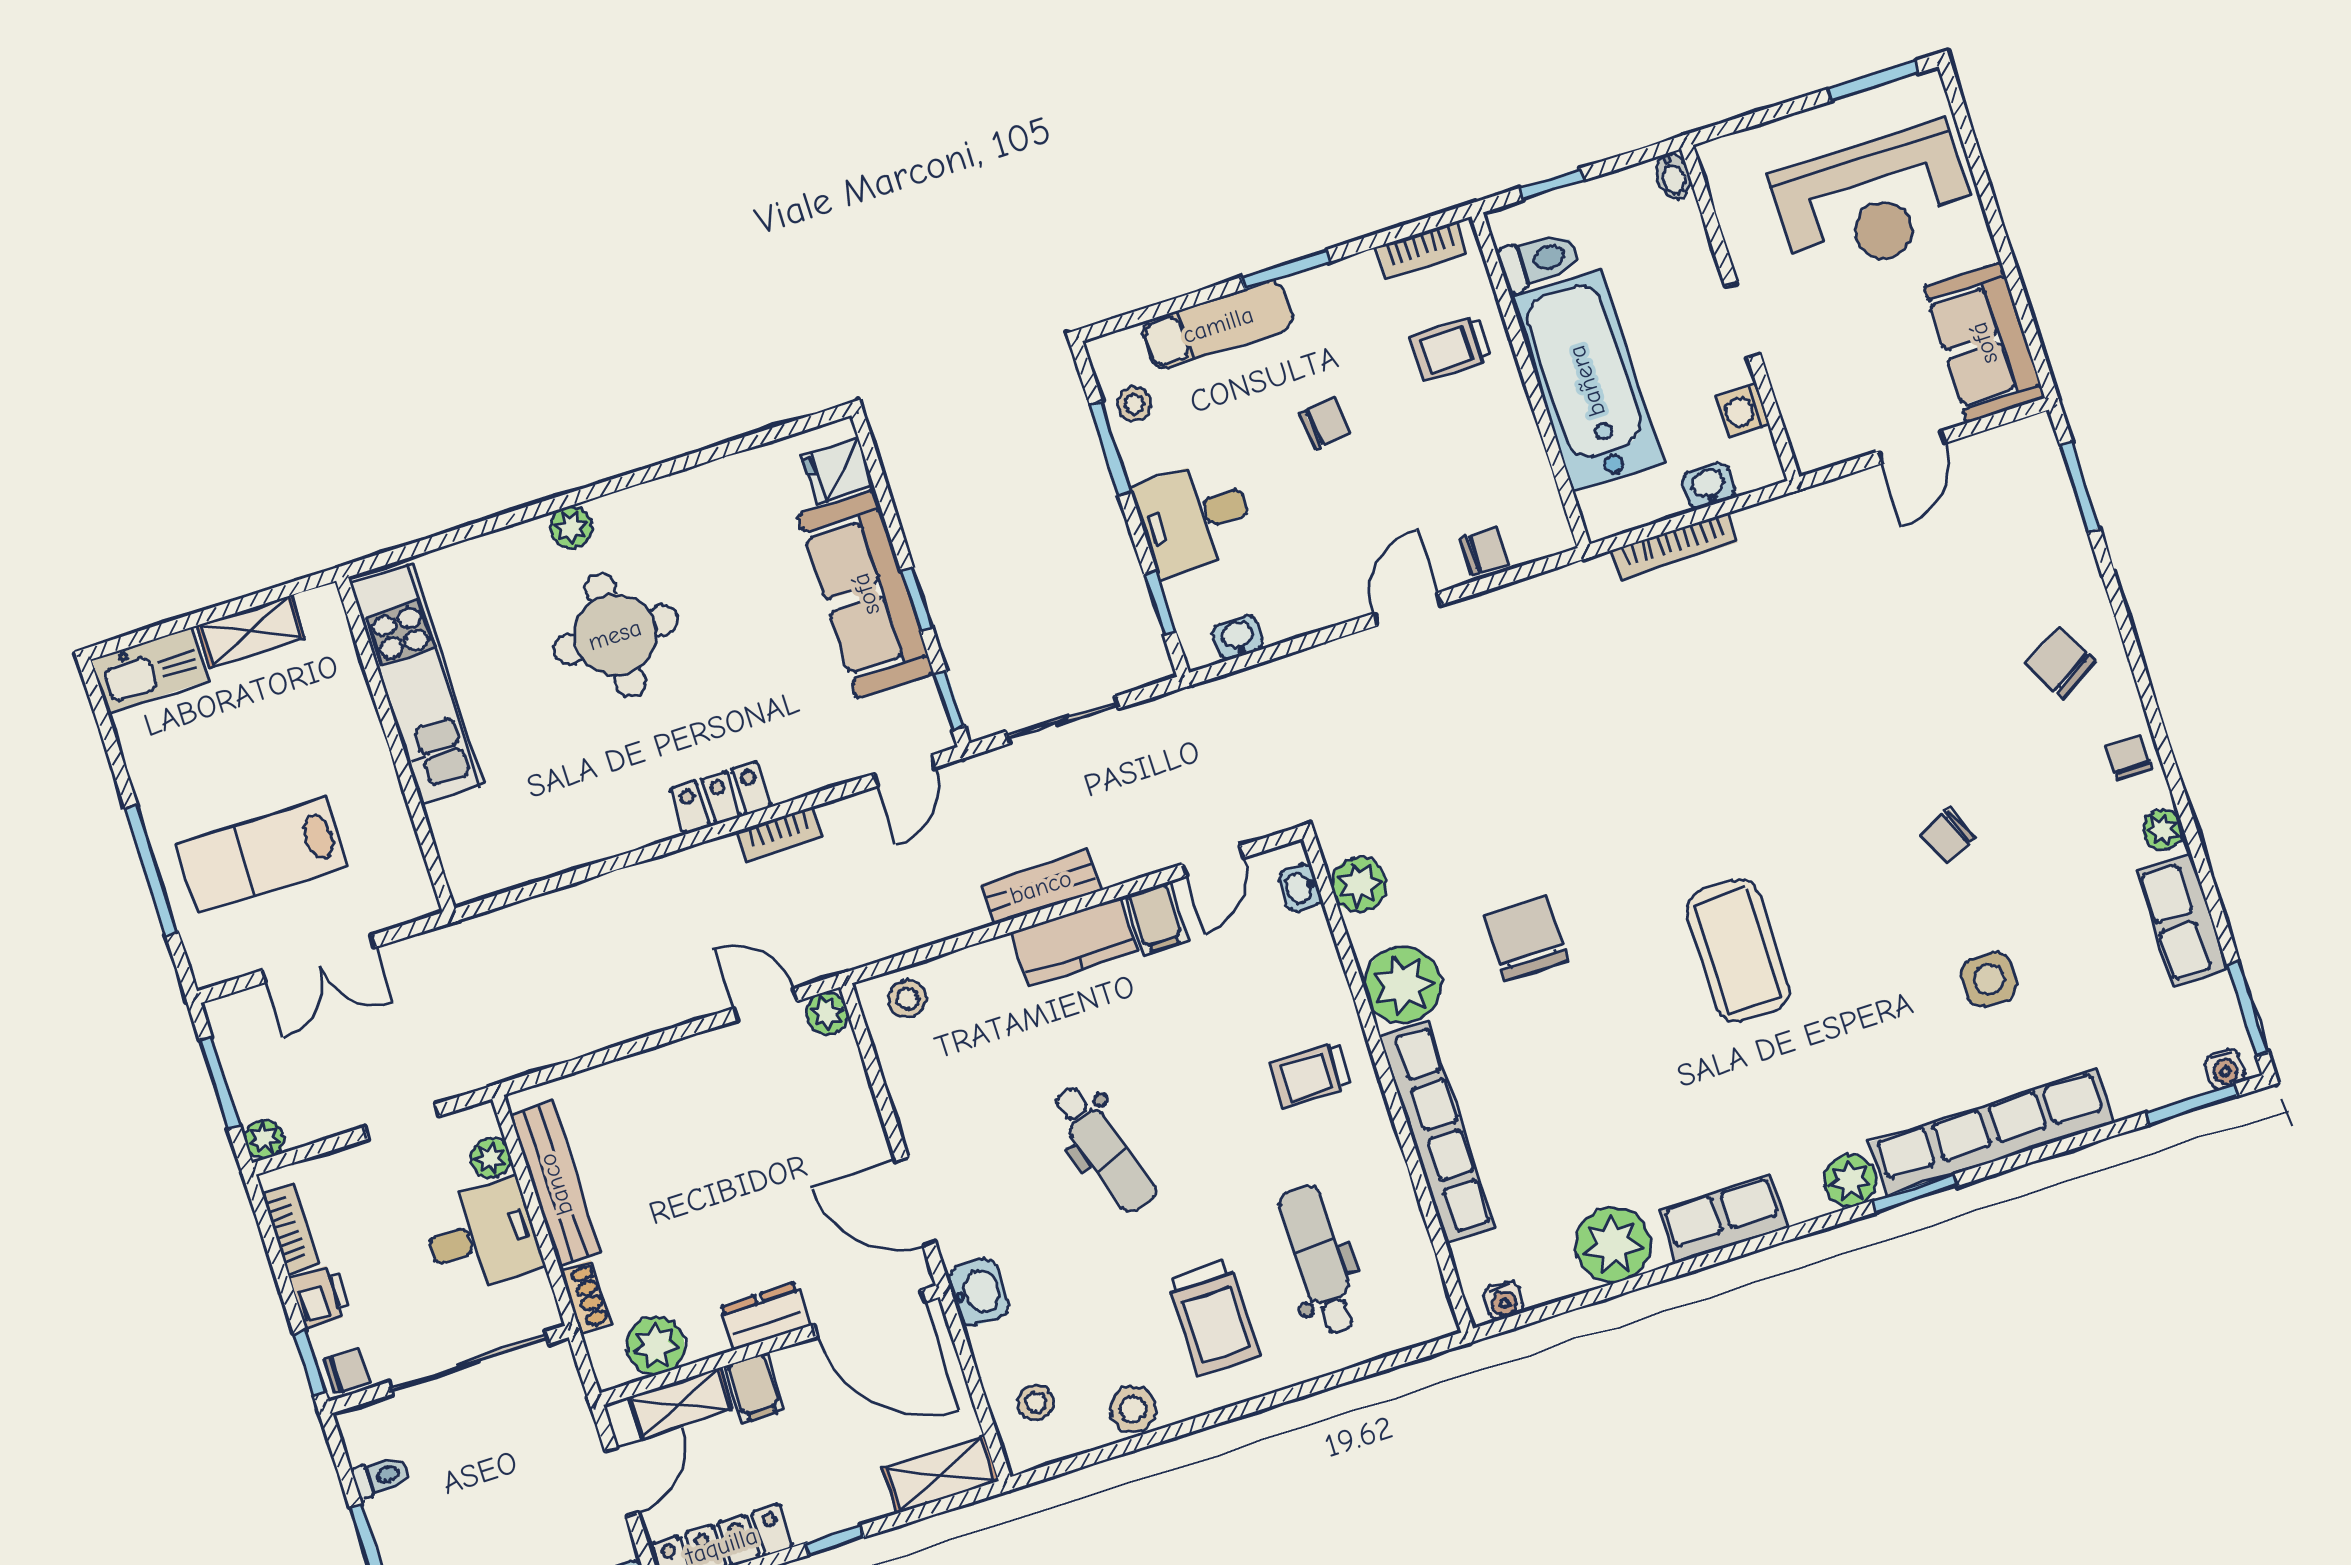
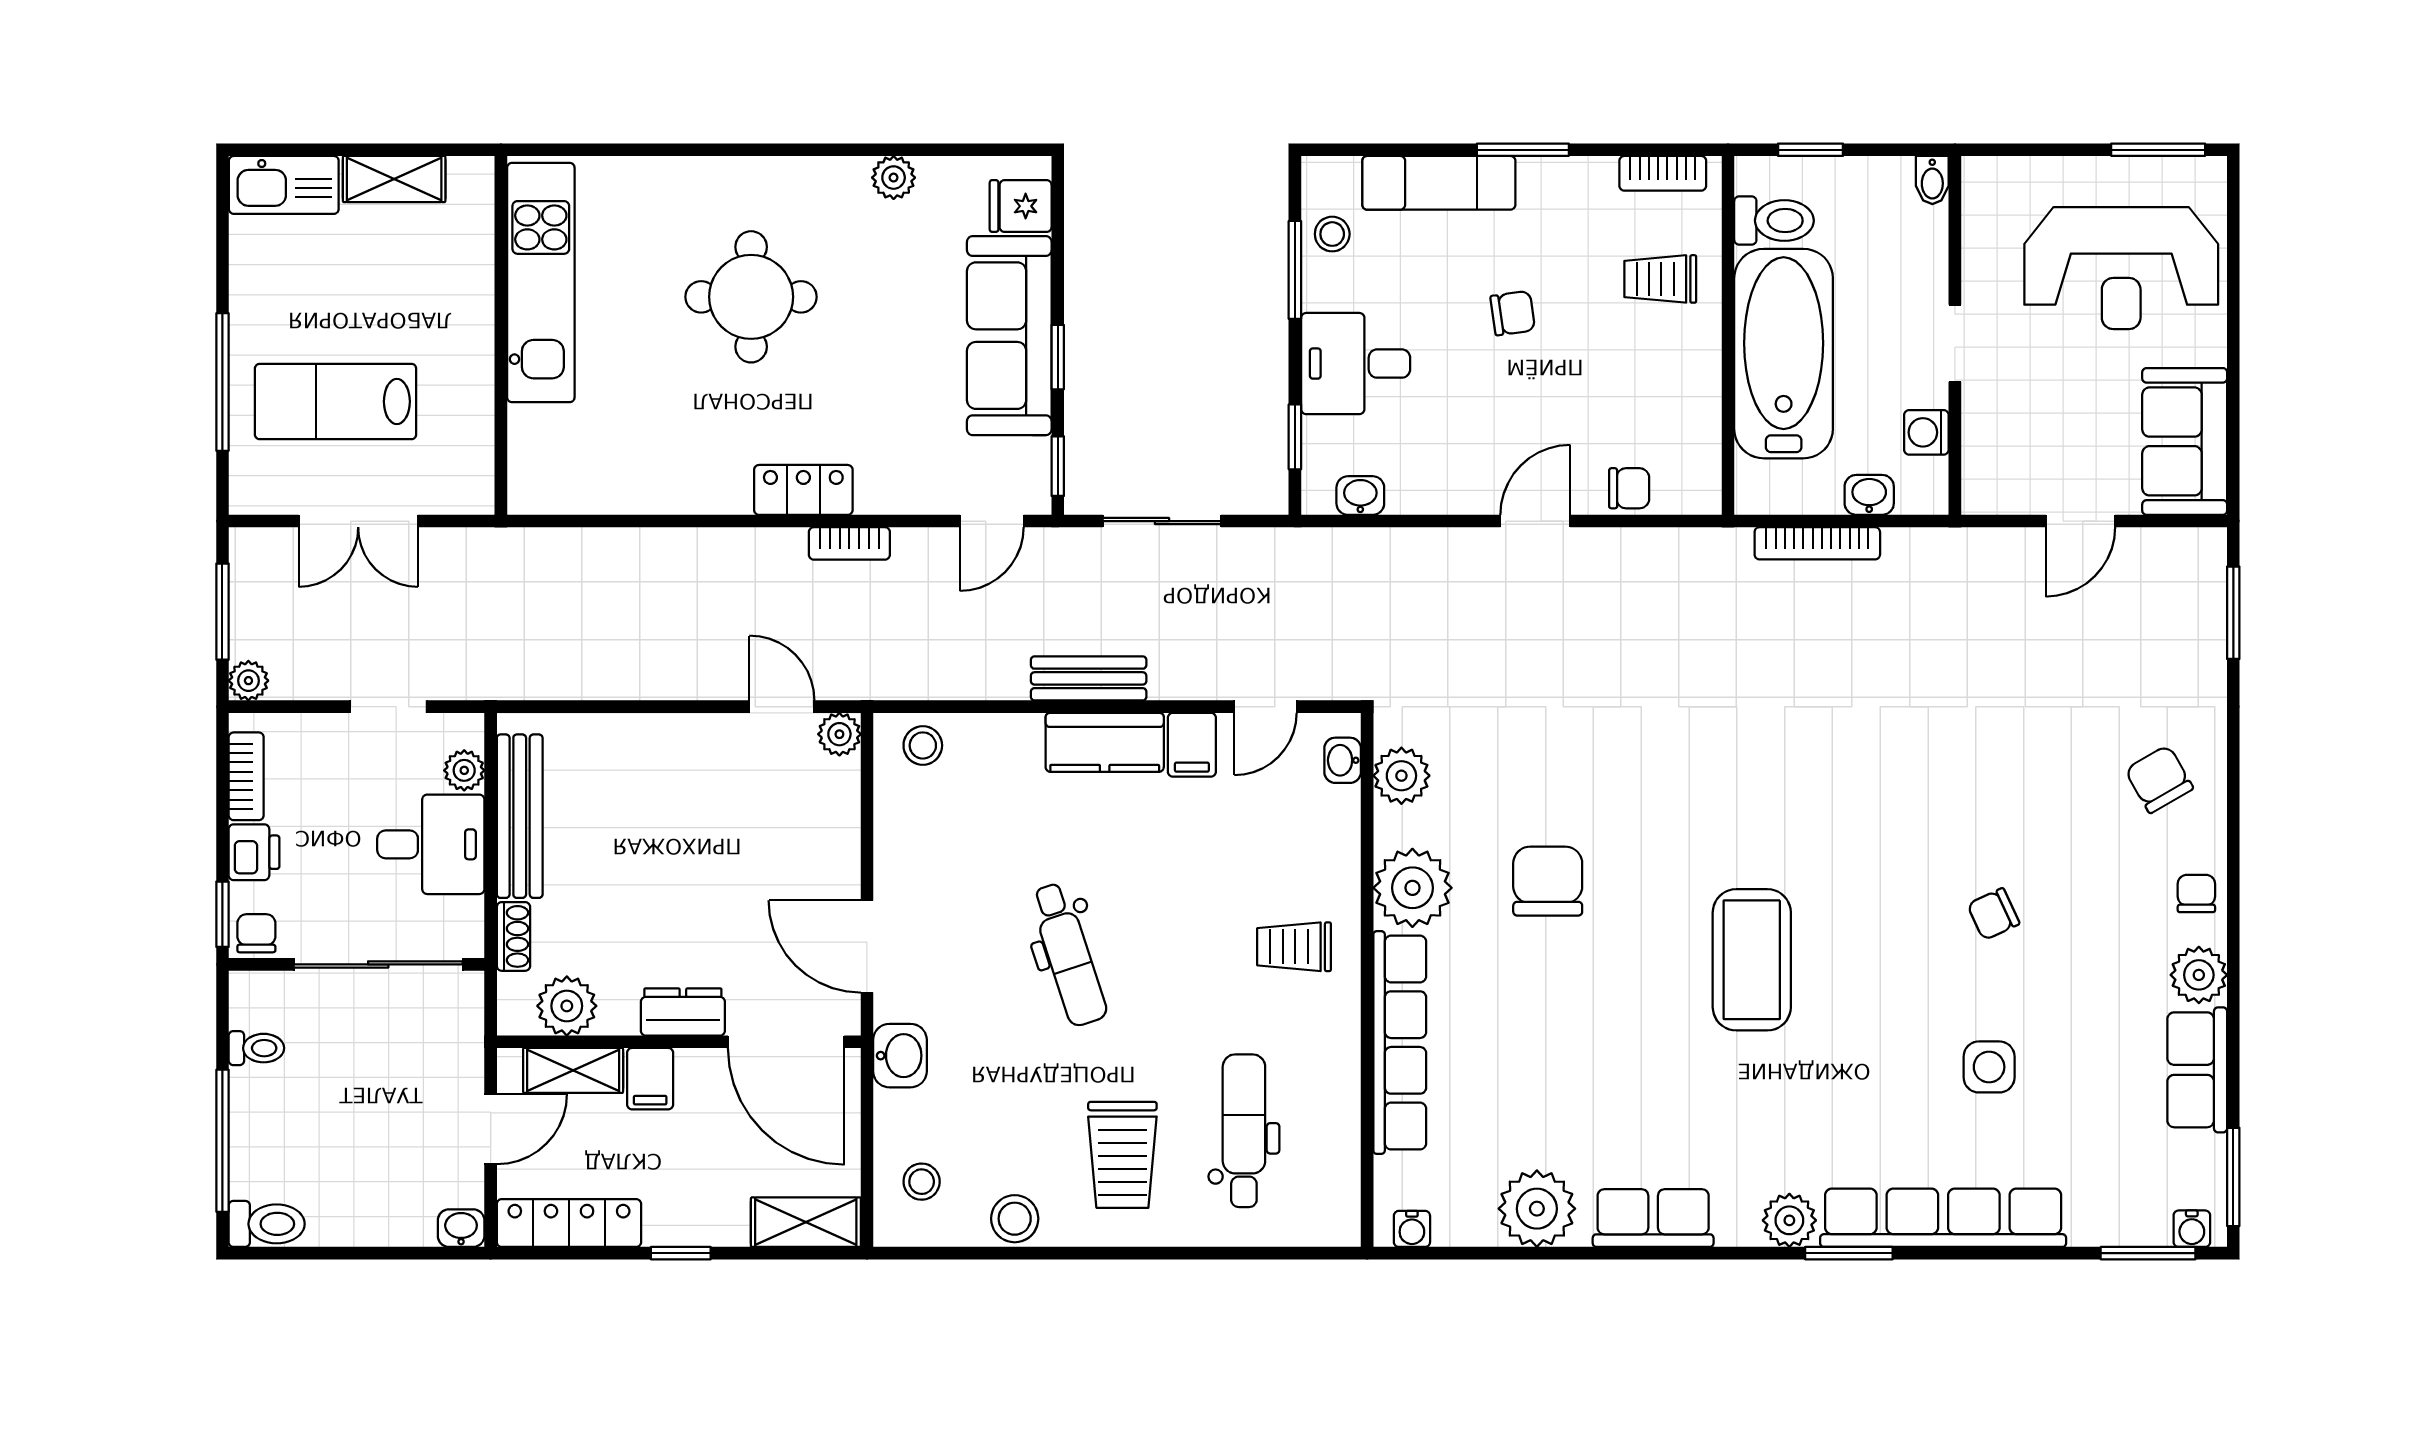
plant: (571, 527) -> (894, 178), moved
plant: (2163, 830) -> (2199, 975), width x1.38, depth x1.38
chair: (347, 1370) -> (256, 933), turned -90

